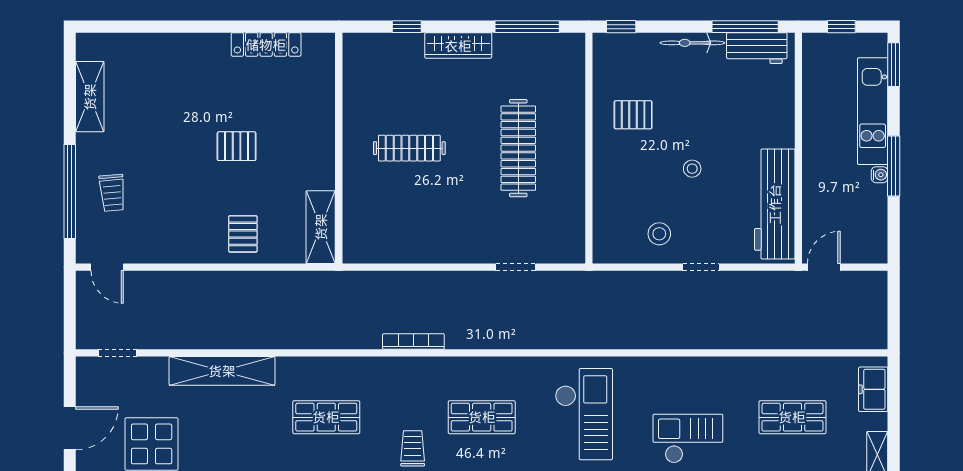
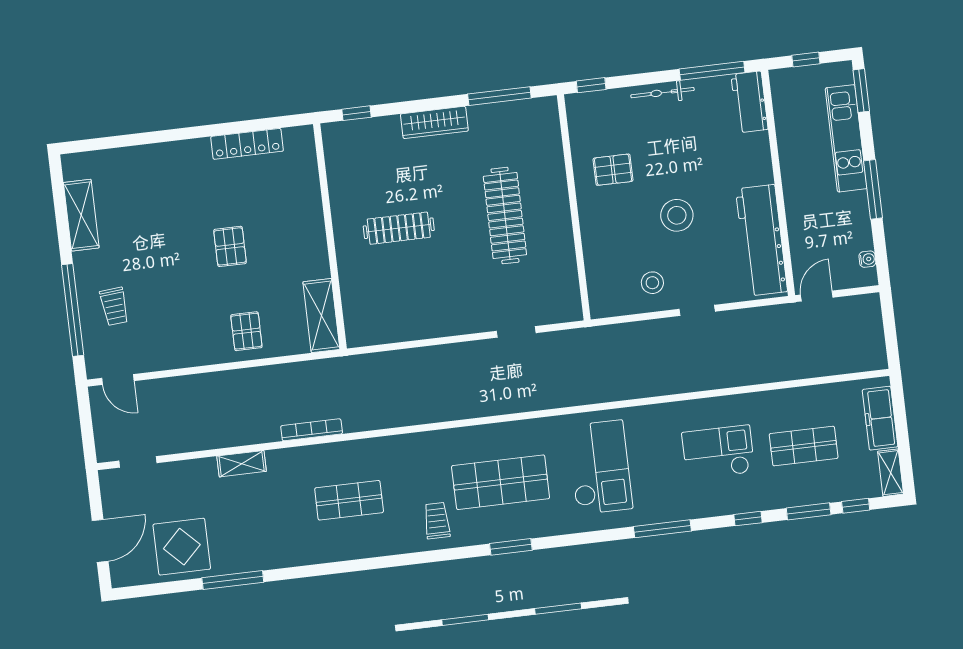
window: (407, 27) -> (357, 113), moved
workbench: (757, 48) -> (749, 102), moved, turned 90
pallet: (237, 146) -> (230, 246), turned 90
stool: (692, 169) -> (677, 215), width x1.89, depth x1.89
water cooler: (880, 175) -> (867, 259), moved
bookcase: (413, 341) -> (312, 430), moved
shelving: (222, 371) -> (242, 464), width x0.45, depth x0.75
freezer: (873, 389) -> (880, 418), width x1.40
shop shelf: (482, 417) -> (501, 482), width x1.43, depth x1.36
checkout: (688, 439) -> (718, 452), moved

